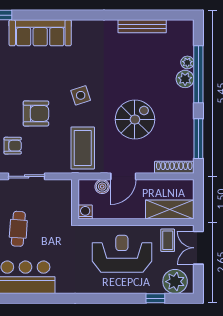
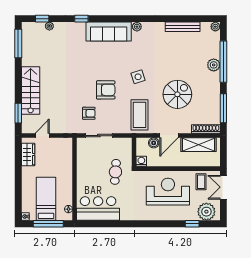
plant: (79, 26) -> (137, 27), added
plant: (187, 62) -> (215, 27), moved
shelving: (170, 209) -> (198, 145), moved
cafe table: (18, 229) -> (115, 172), moved

